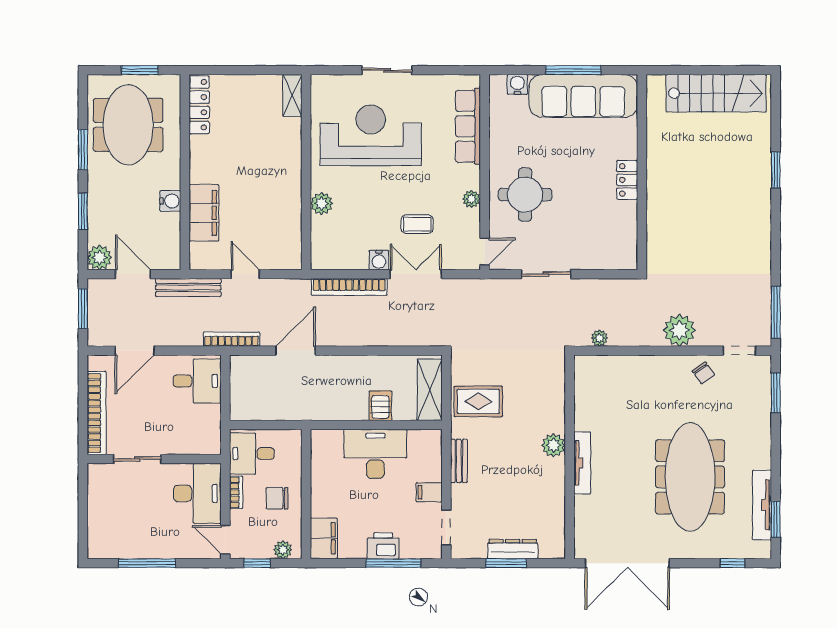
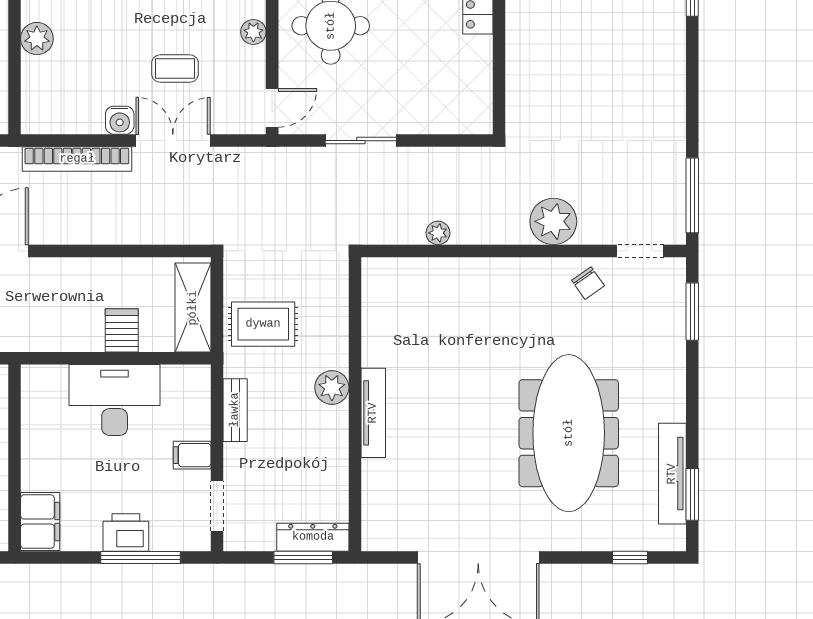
plant: (553, 445) -> (332, 387), moved
wall: (570, 457) -> (355, 404), moved
tv unit: (582, 463) -> (373, 413), moved

